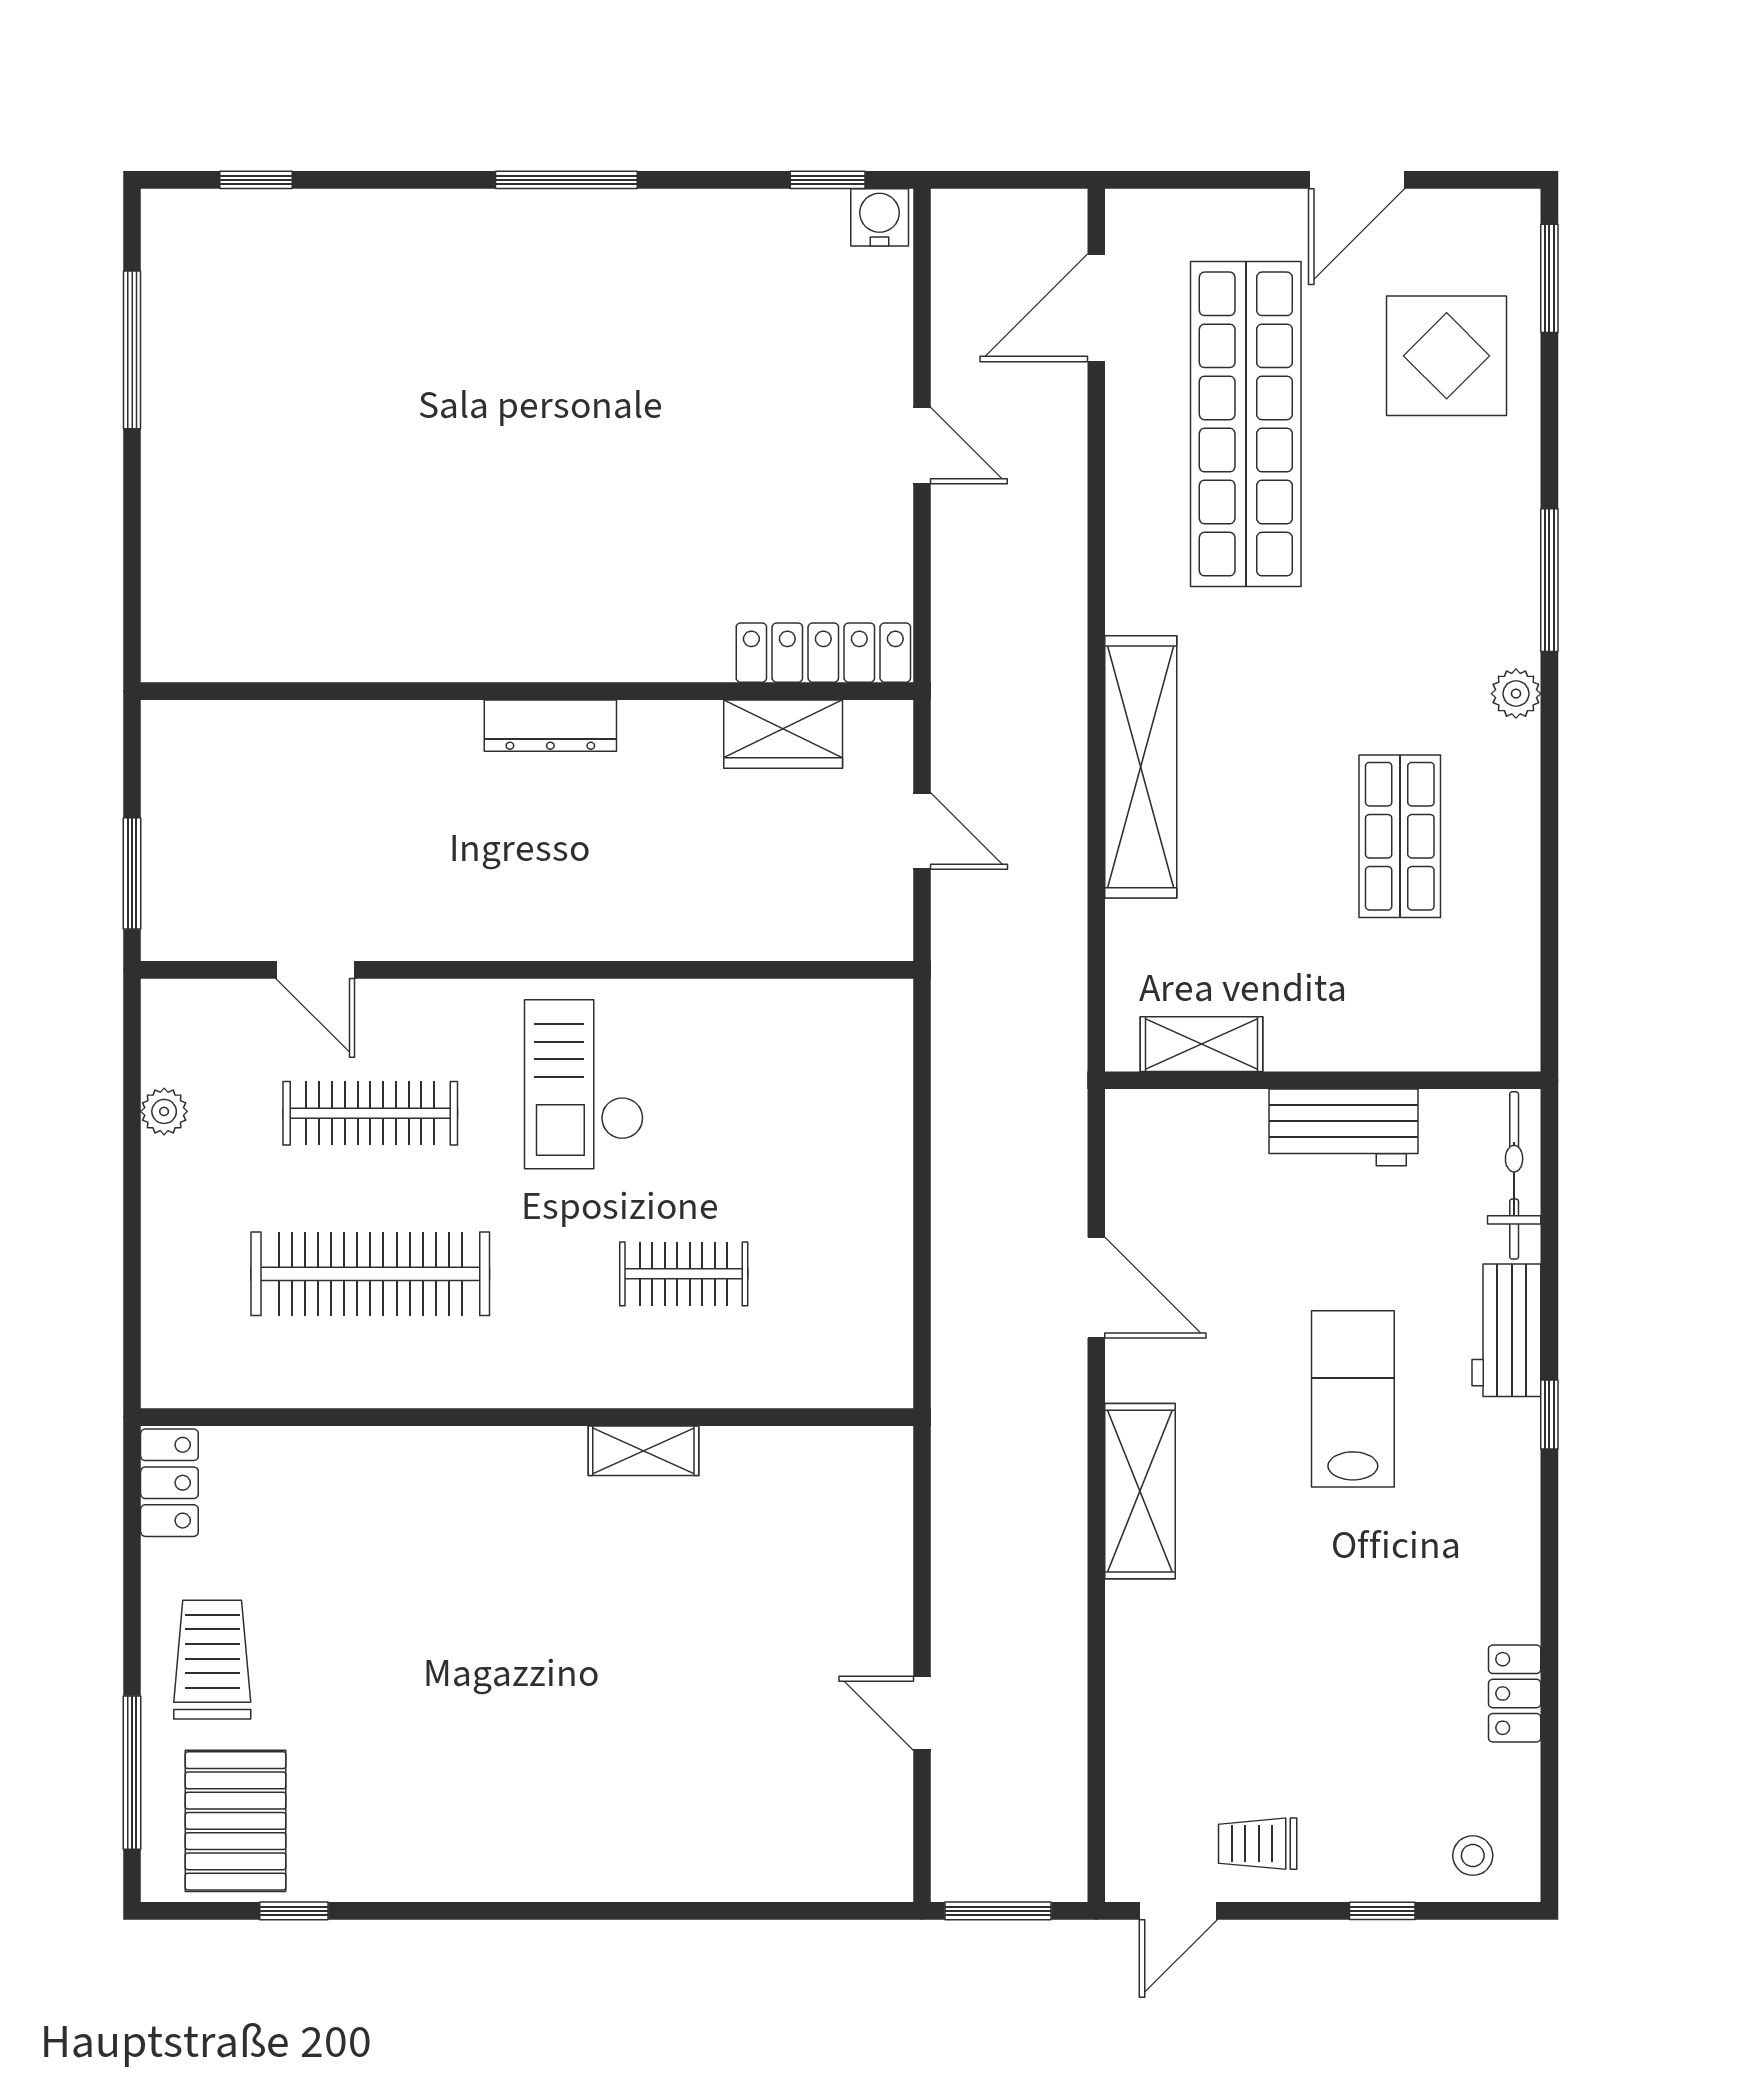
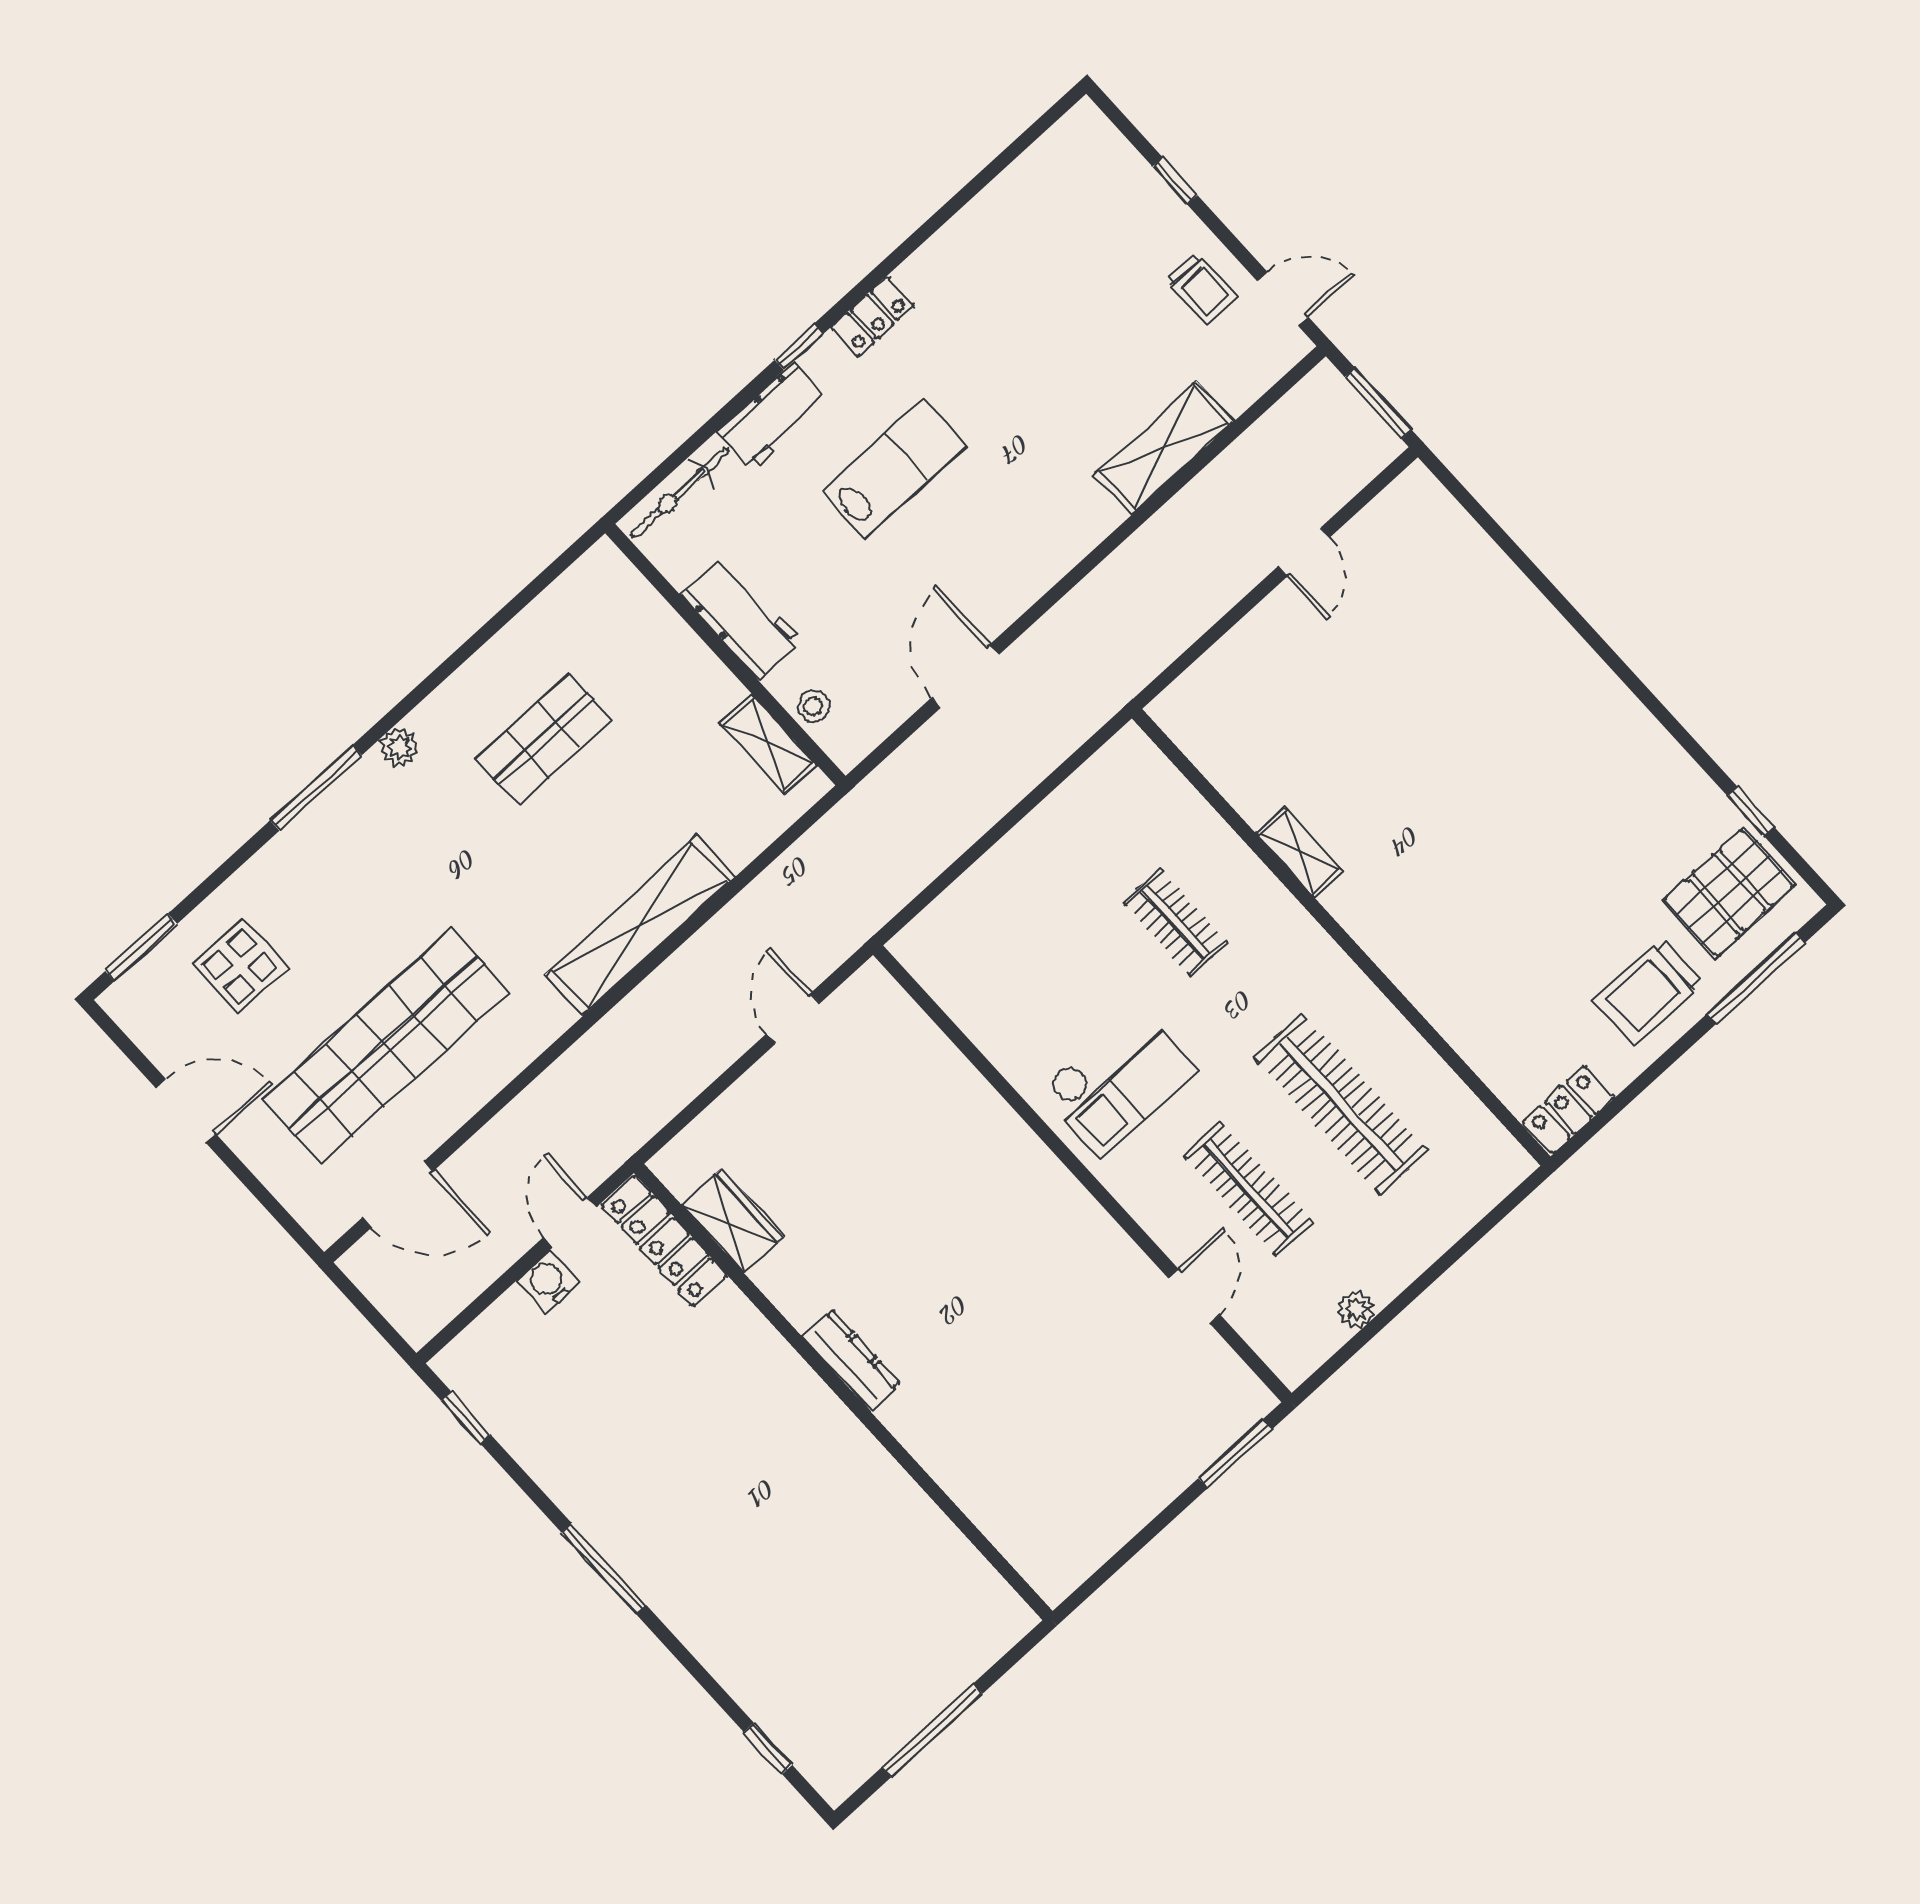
water cooler: (880, 217) -> (548, 1282), moved, turned 90
display table: (1447, 356) -> (240, 966), width x0.73, depth x0.73
locker: (823, 653) -> (664, 1241), moved
wall: (527, 691) -> (843, 1392), moved
dresser: (550, 726) -> (851, 1360), moved
wardrobe: (783, 734) -> (733, 1221), moved
lab bench: (1353, 1399) -> (894, 469), turned 180
shelving: (1140, 1491) -> (1164, 448), moved
locker: (1515, 1693) -> (872, 317), moved
stool: (1473, 1856) -> (813, 706), moved

